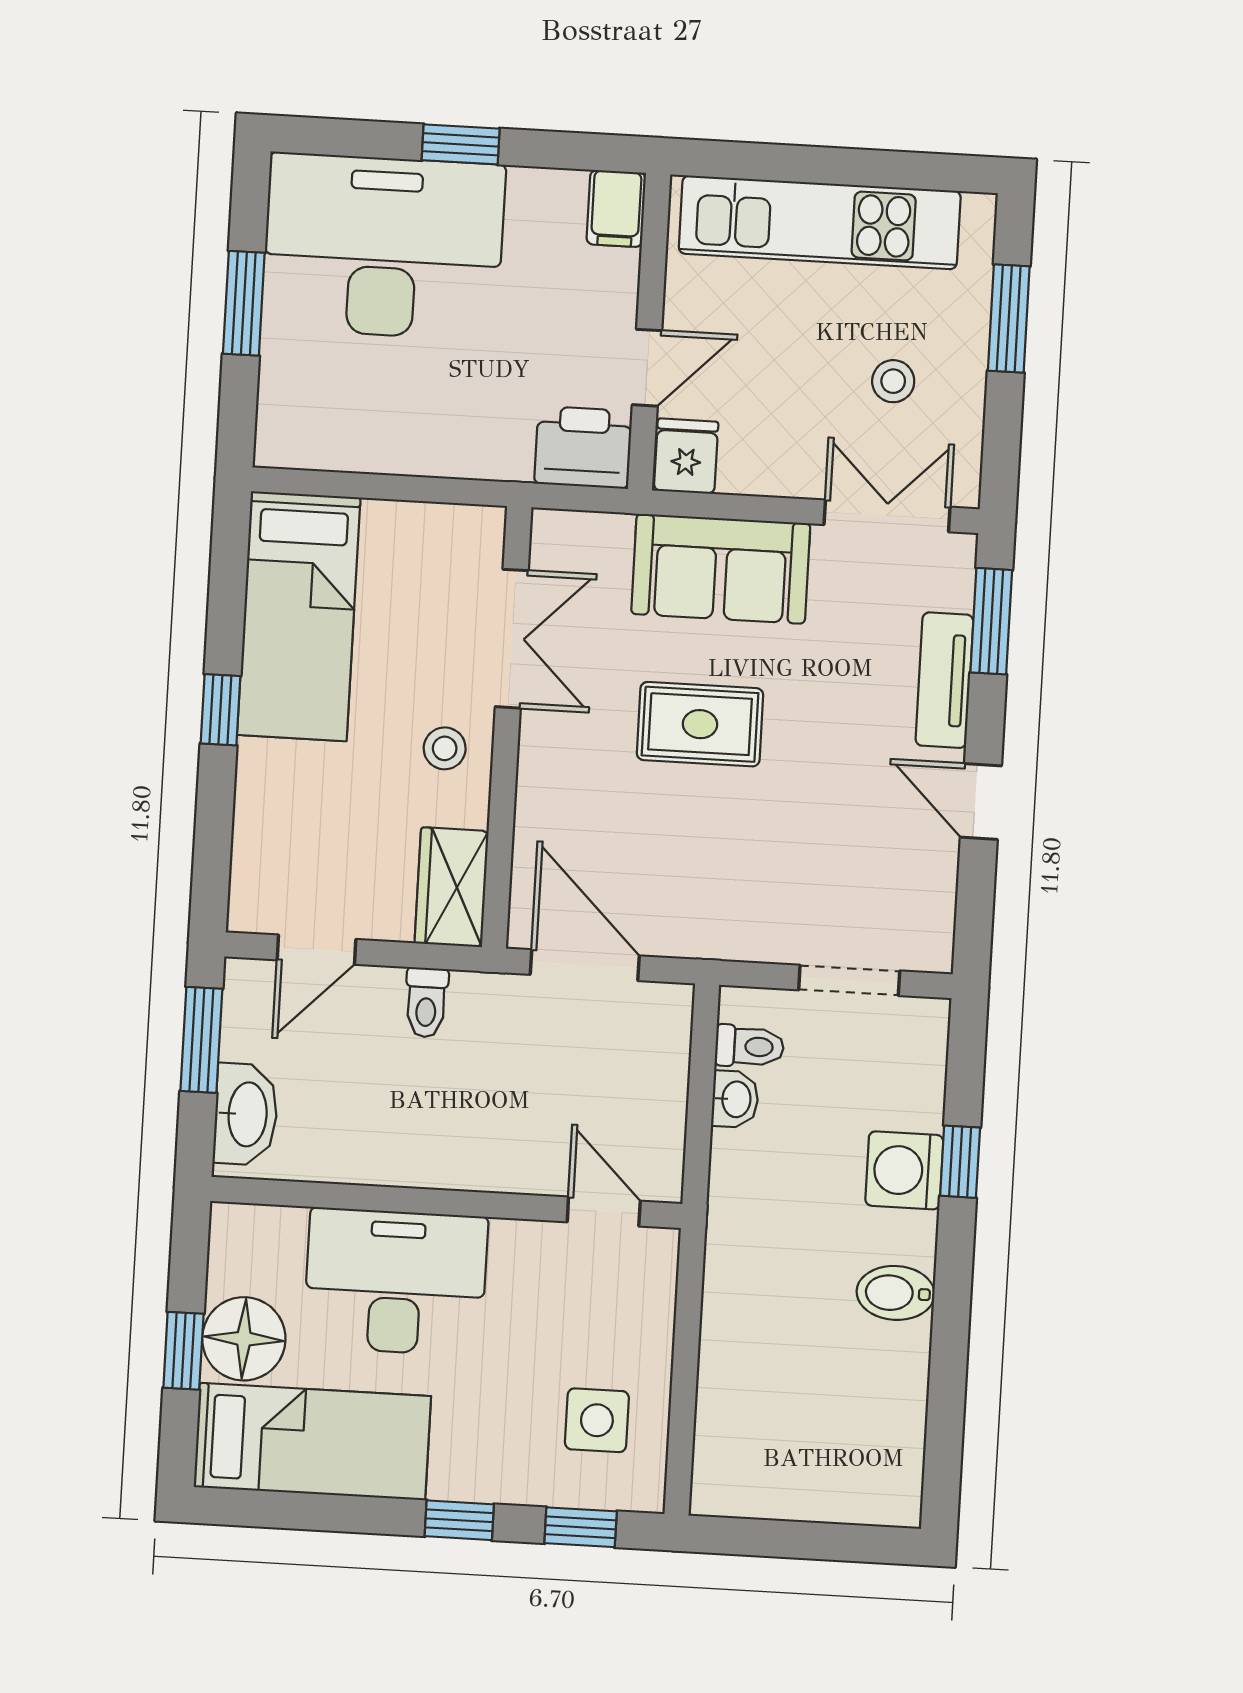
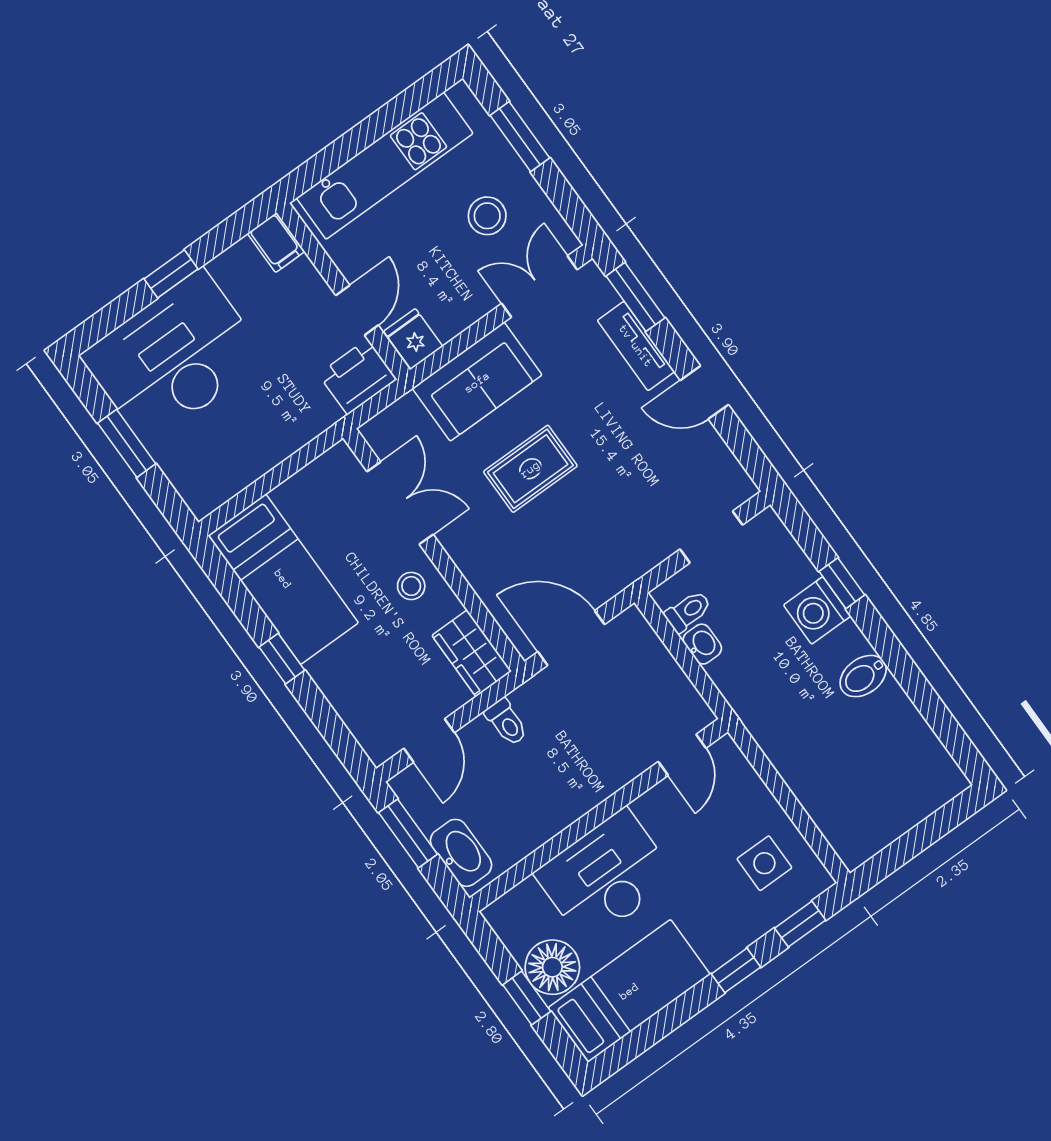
stool: (893, 381) -> (487, 216), width x1.37, depth x1.37
door: (604, 1211) -> (682, 755), swing flipped

